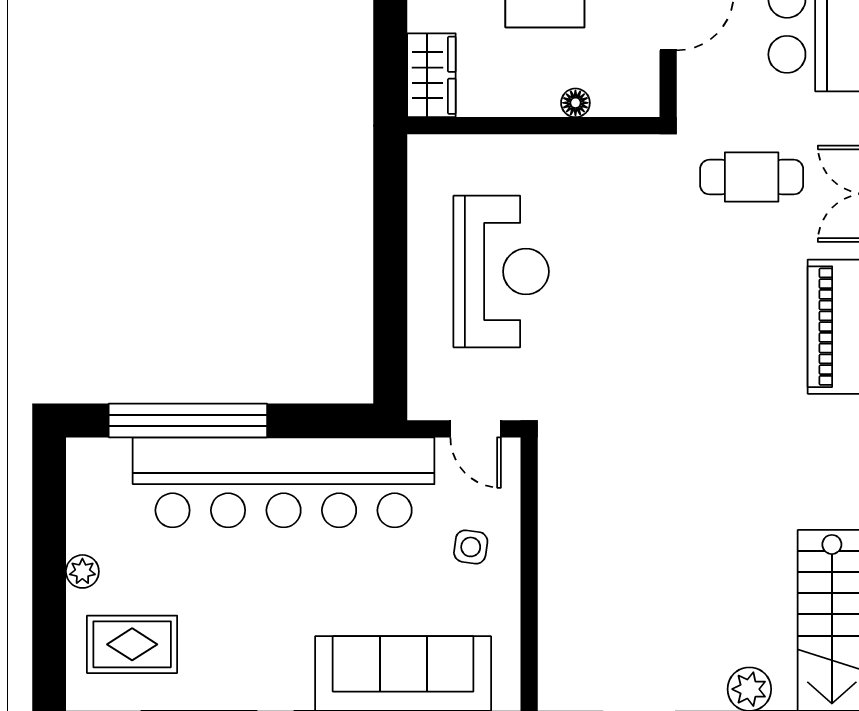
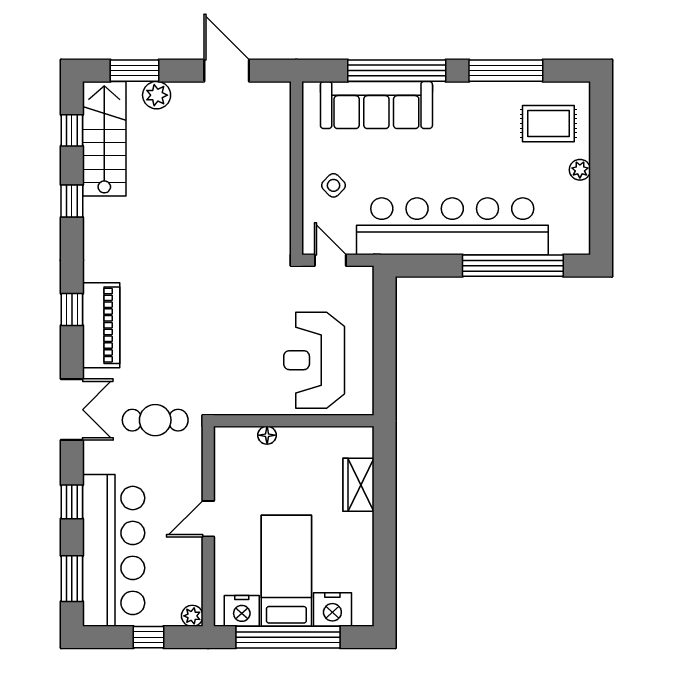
floor lamp: (575, 103) -> (267, 435), moved
wall: (533, 126) -> (294, 421), moved
side table: (471, 547) -> (333, 185), turned 37

